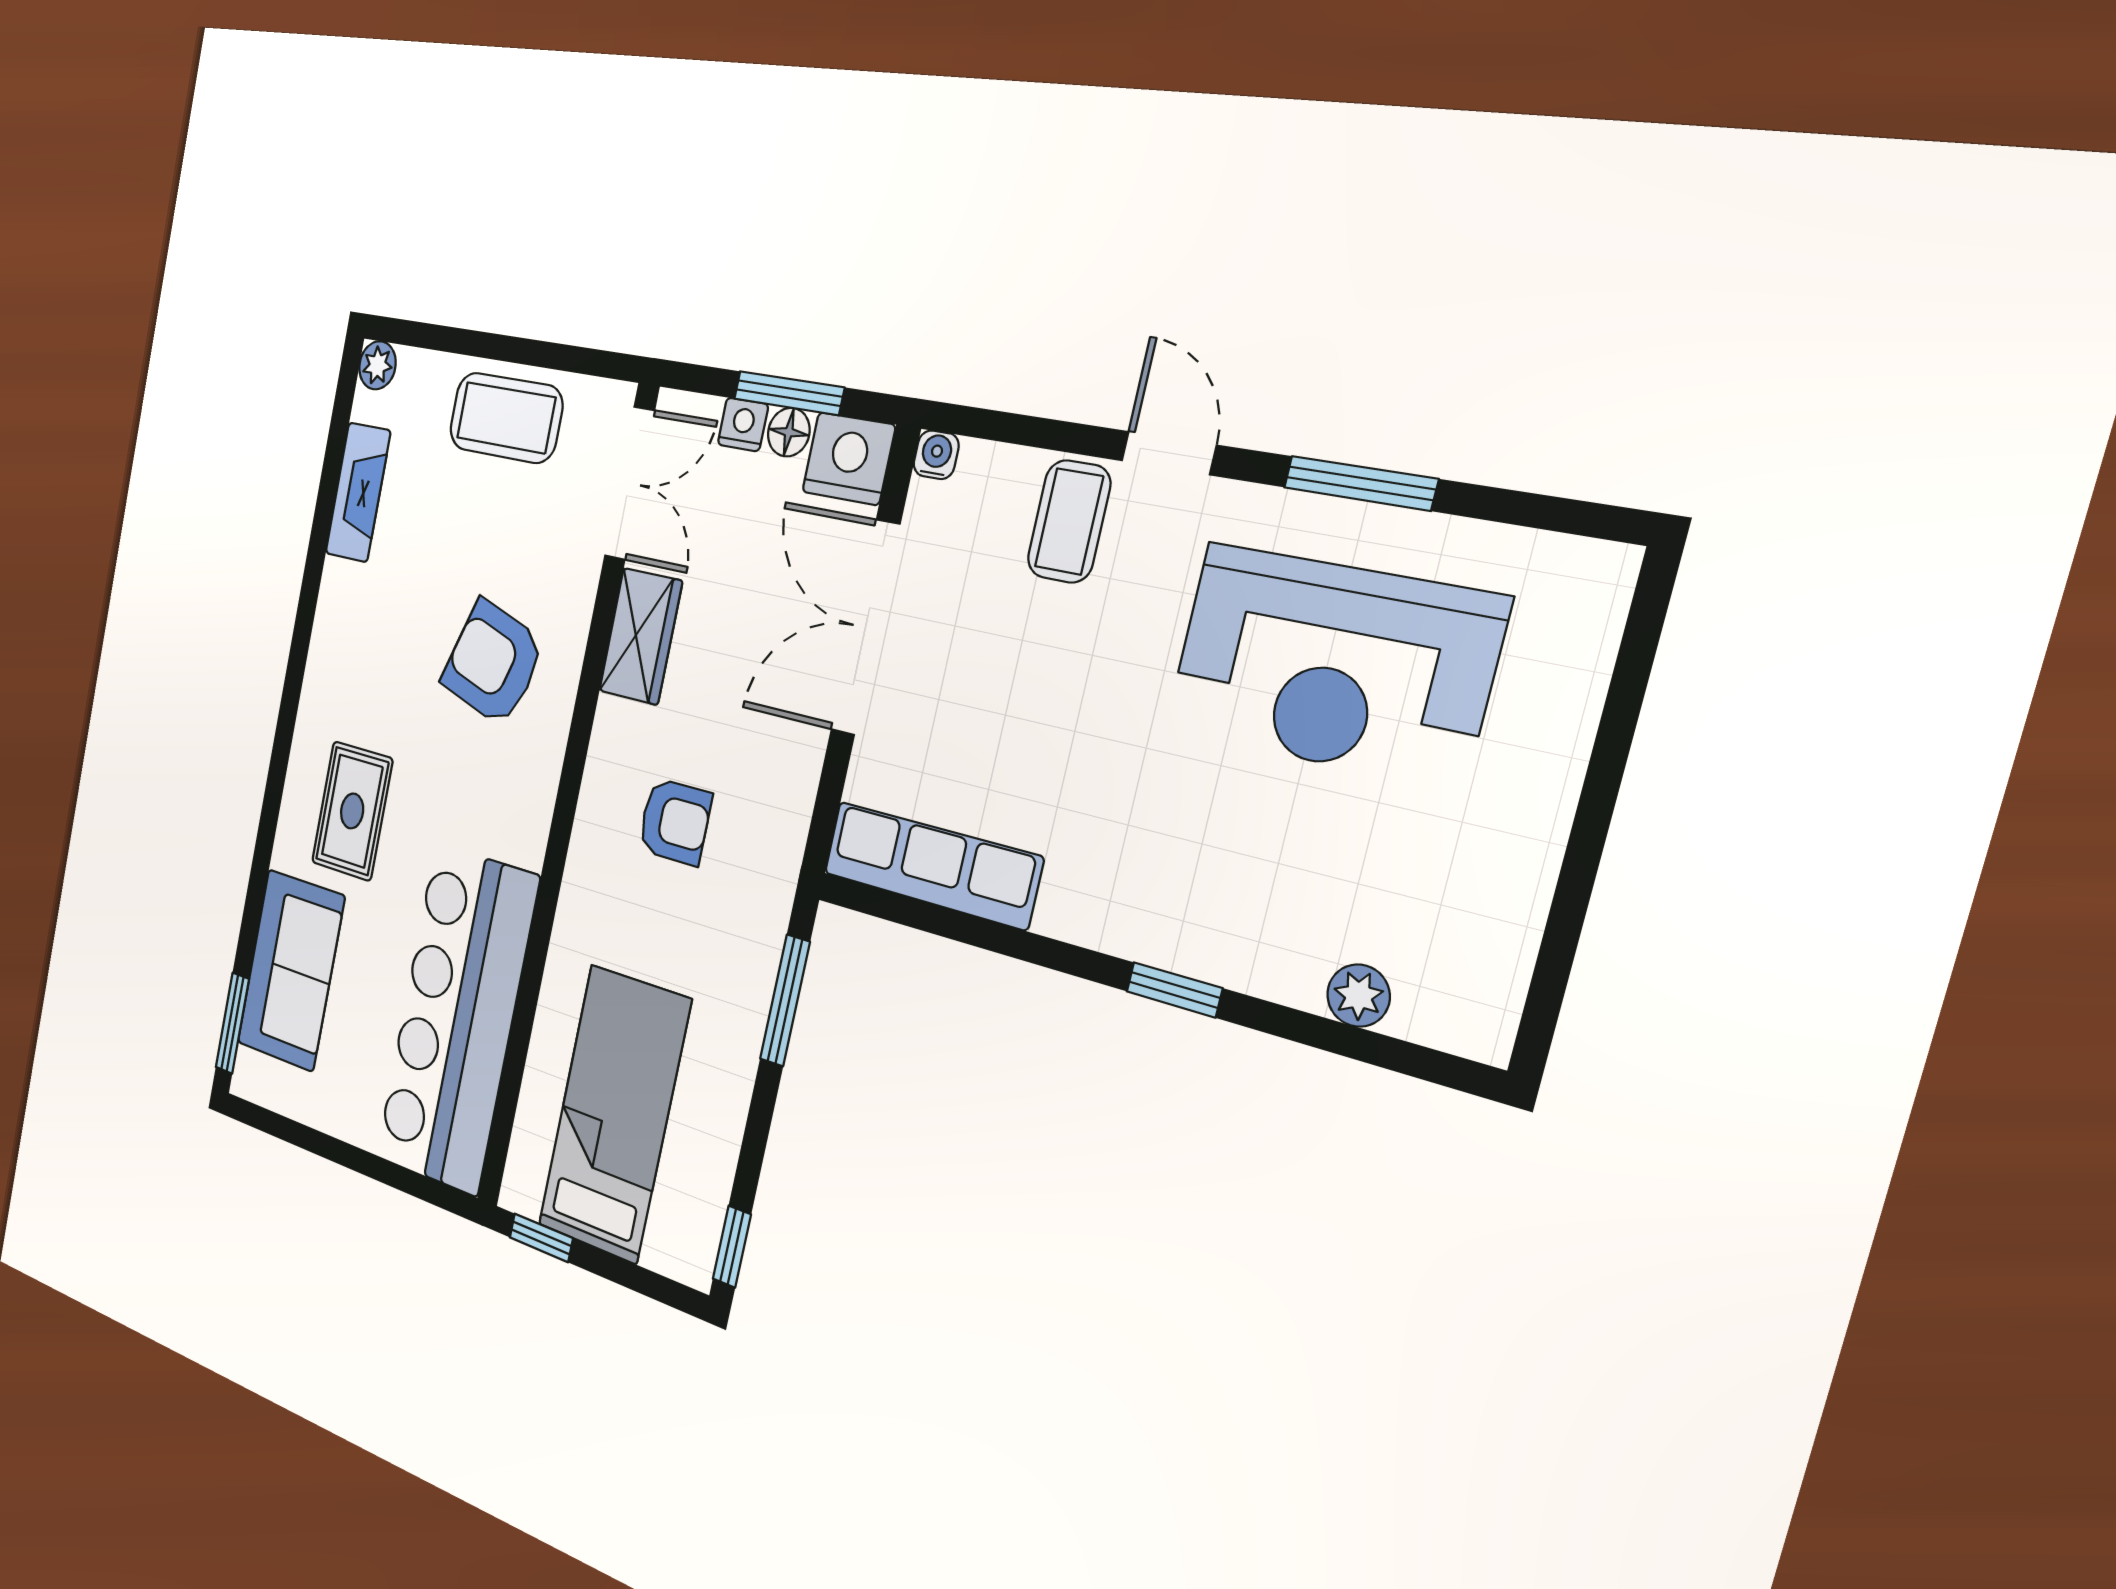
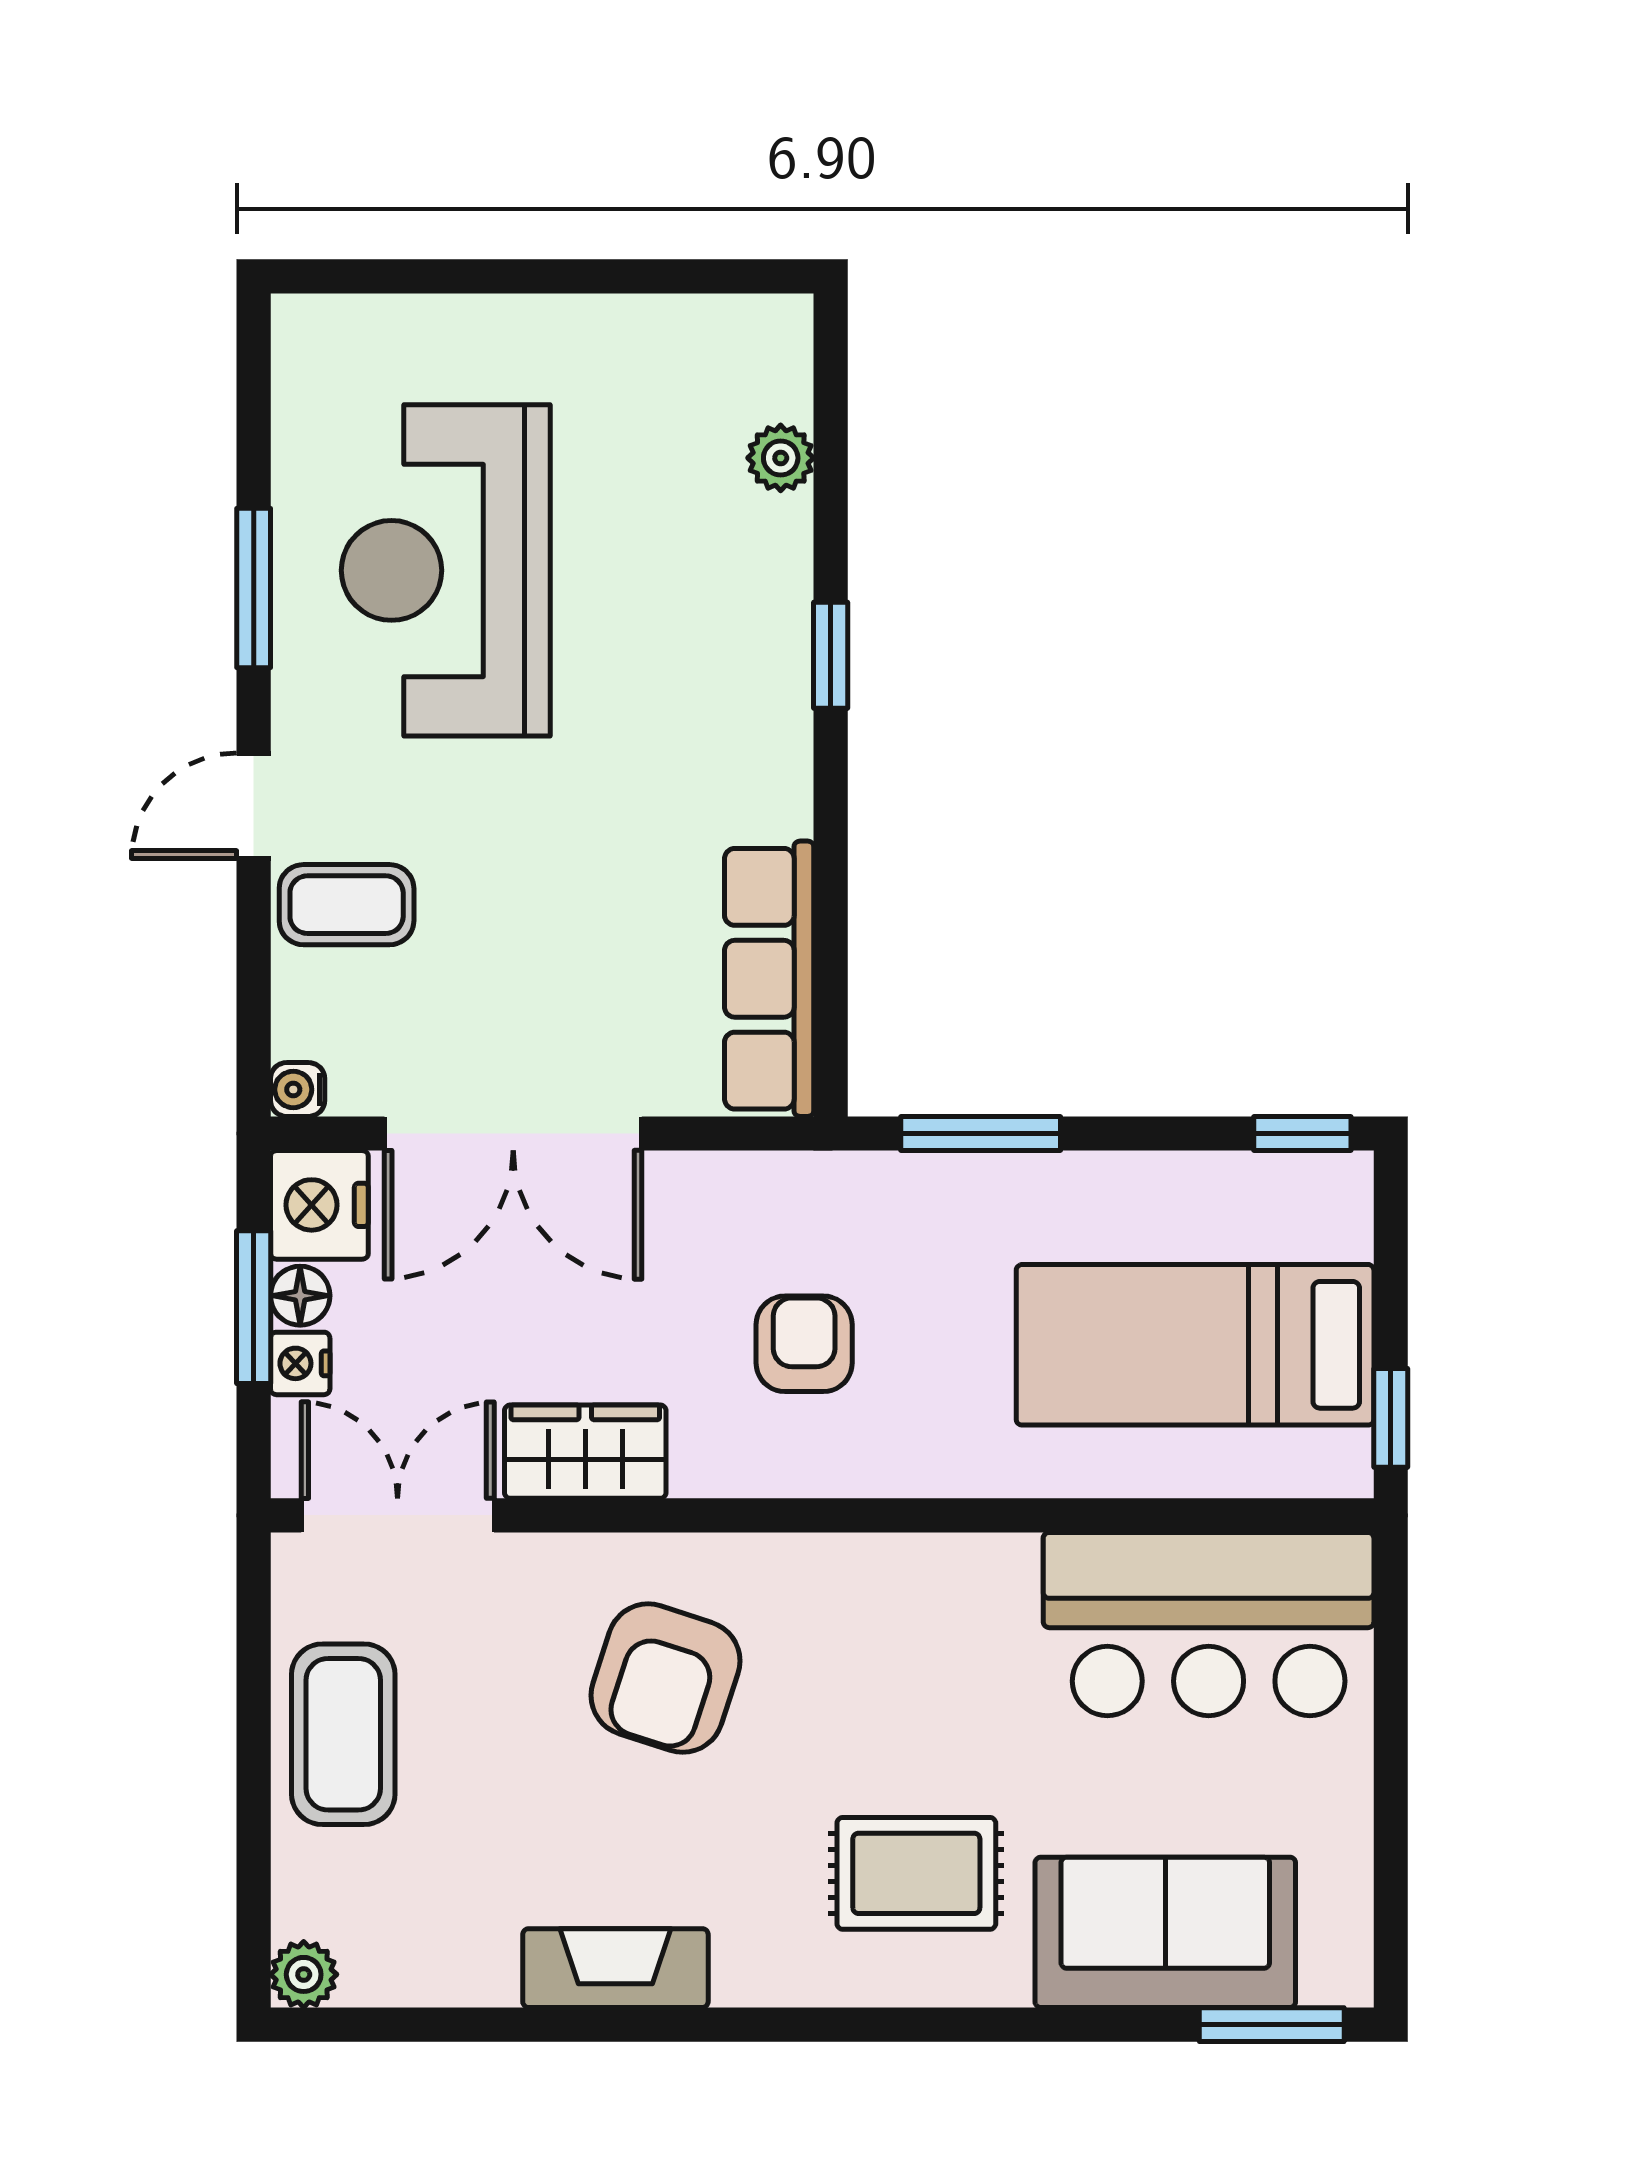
fireplace: (358, 492) -> (615, 1968), moved
reception desk: (1332, 665) -> (446, 570), turned 180
bar counter: (457, 1019) -> (1209, 1624), width x0.73

